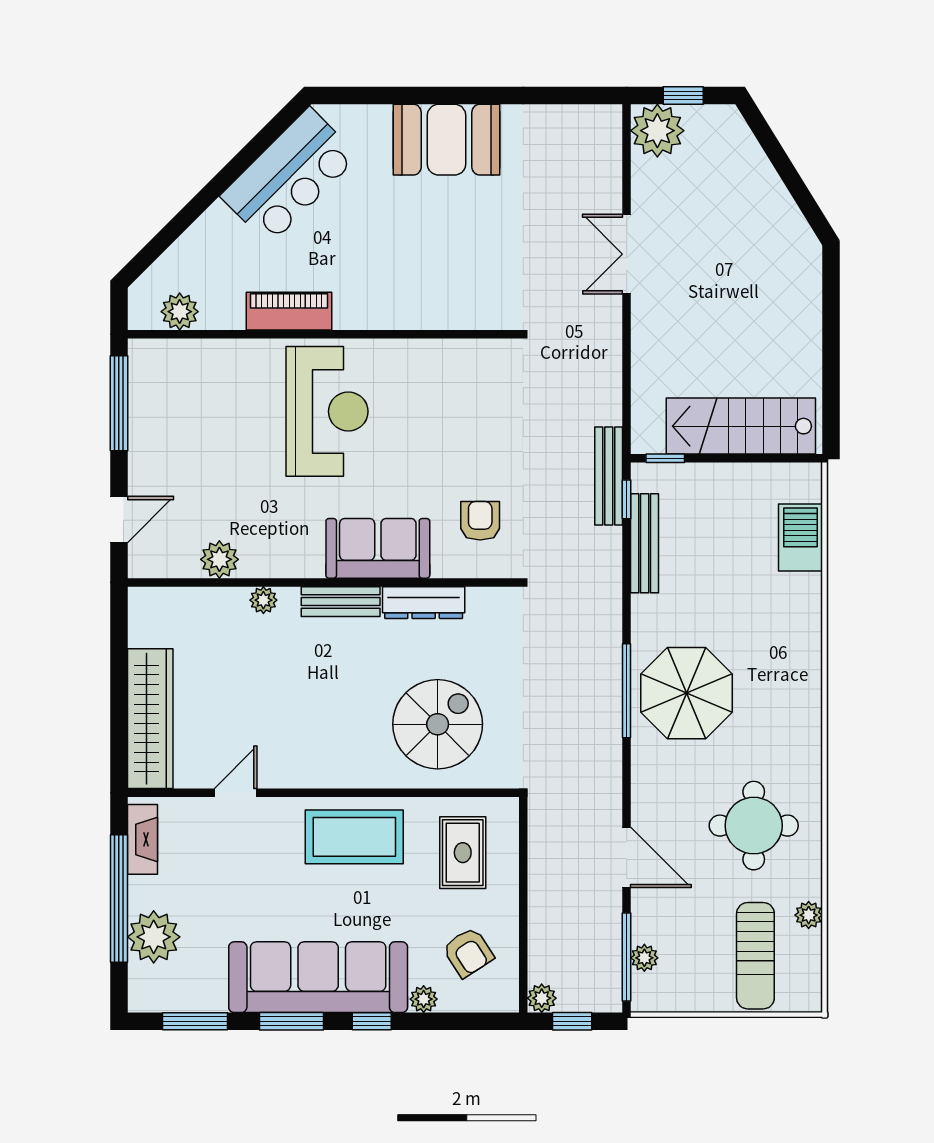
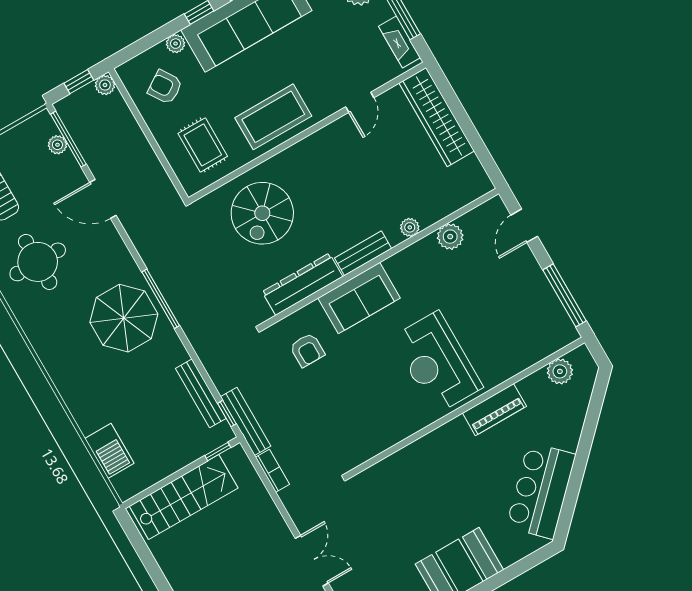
bookcase: (611, 395) -> (273, 471), added
dresser: (424, 603) -> (302, 284), width x1.37, depth x1.24

